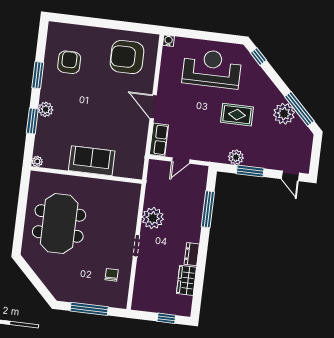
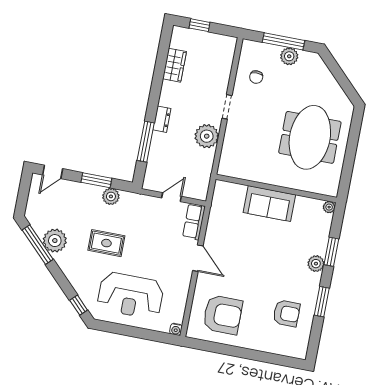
armchair: (69, 62) -> (286, 313), turned -90
door: (290, 176) -> (53, 172), swing flipped
dresser: (192, 254) -> (162, 119), moved
plant: (83, 296) -> (289, 56), added

